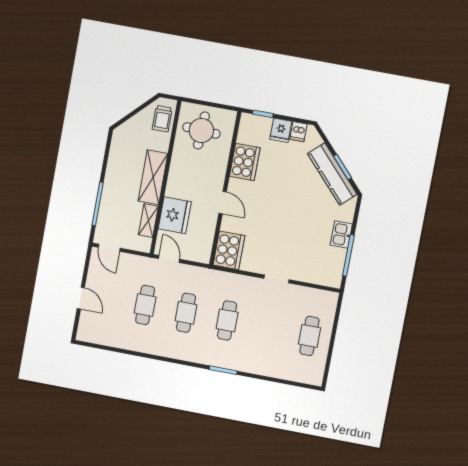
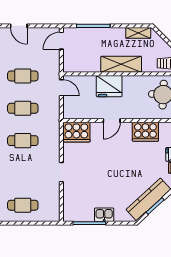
fridge: (175, 215) -> (109, 86), moved
shelving: (148, 221) -> (138, 33), moved
door: (169, 259) -> (61, 88), hinge flipped
door: (81, 298) -> (19, 26), hinge flipped

